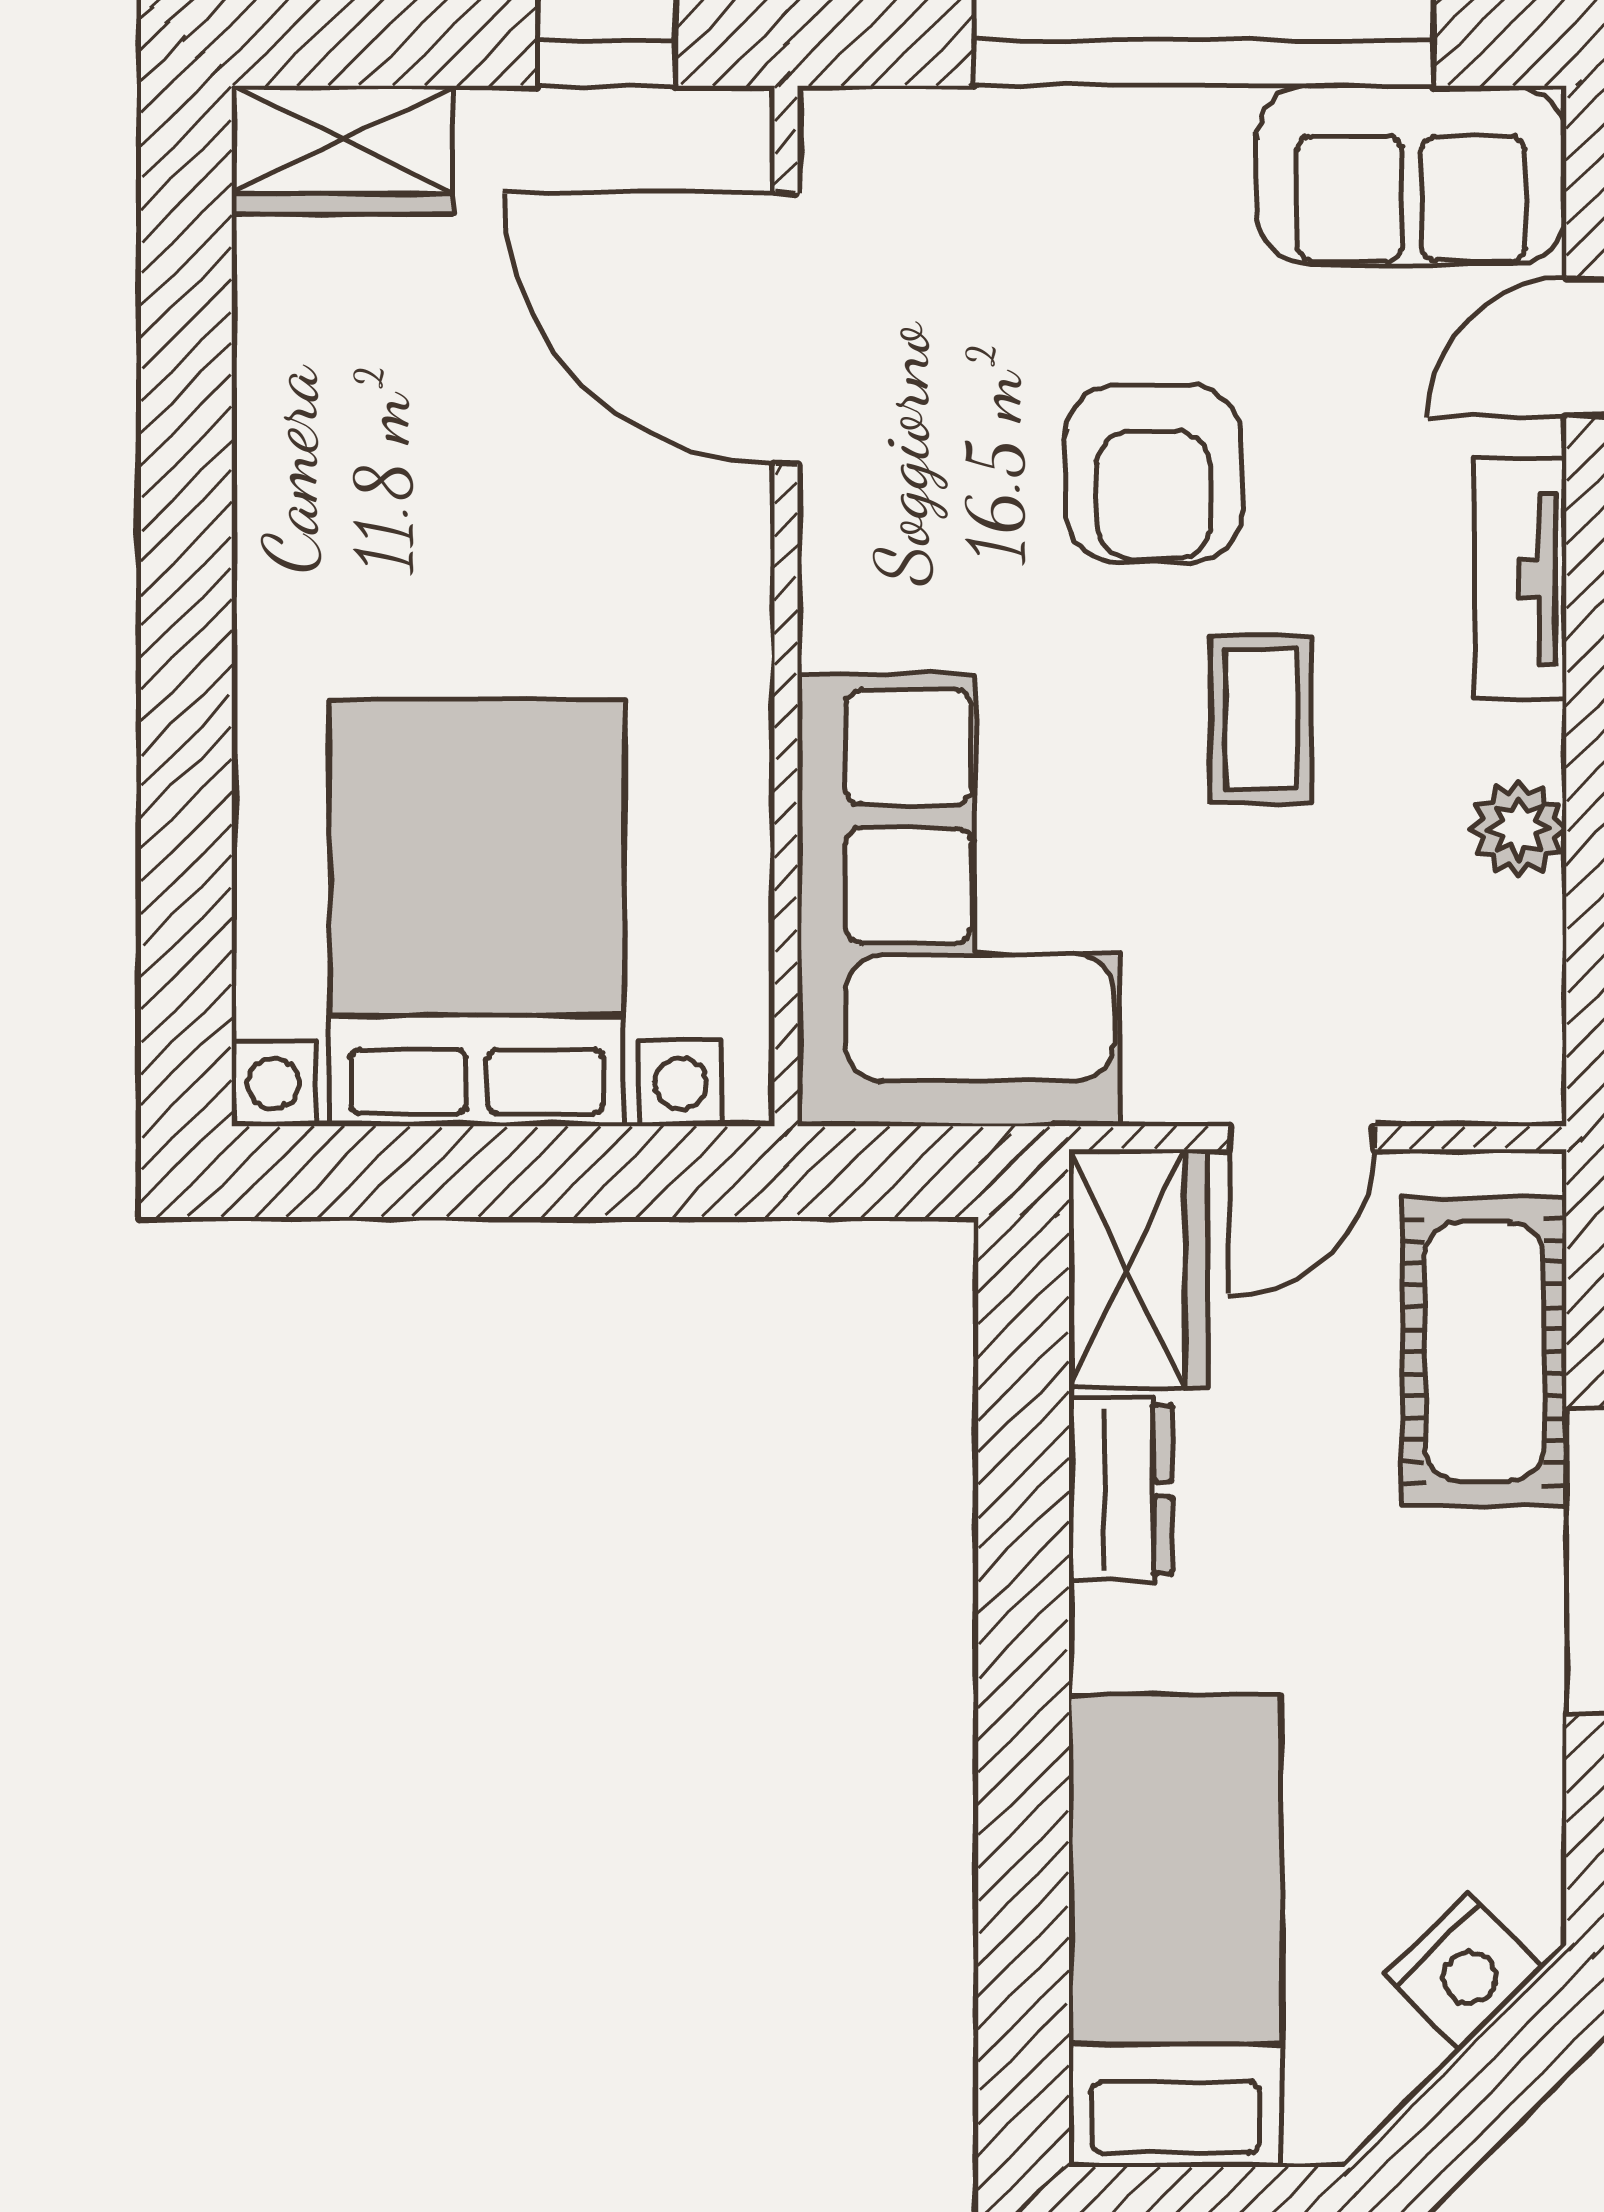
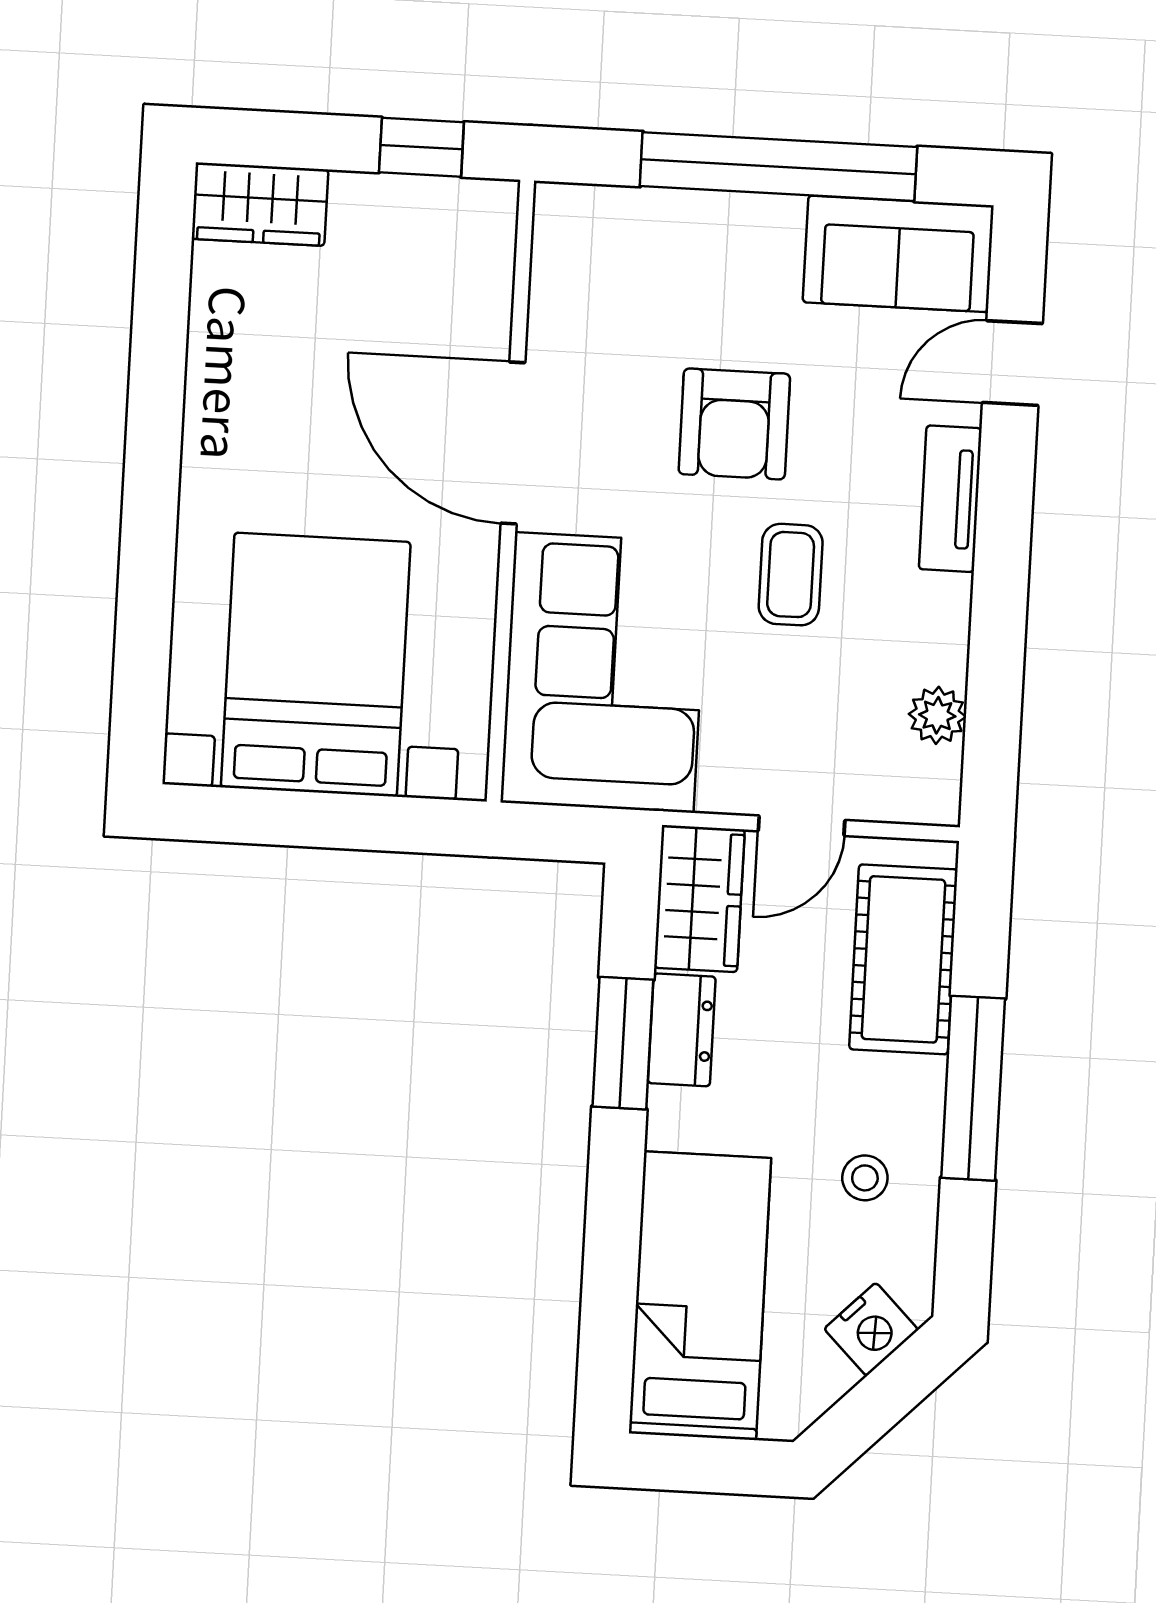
door: (786, 328) -> (513, 443), moved
plant: (1518, 828) -> (937, 715), moved
window: (1024, 1517) -> (623, 1043), added
stool: (1439, 1720) -> (865, 1178), added

